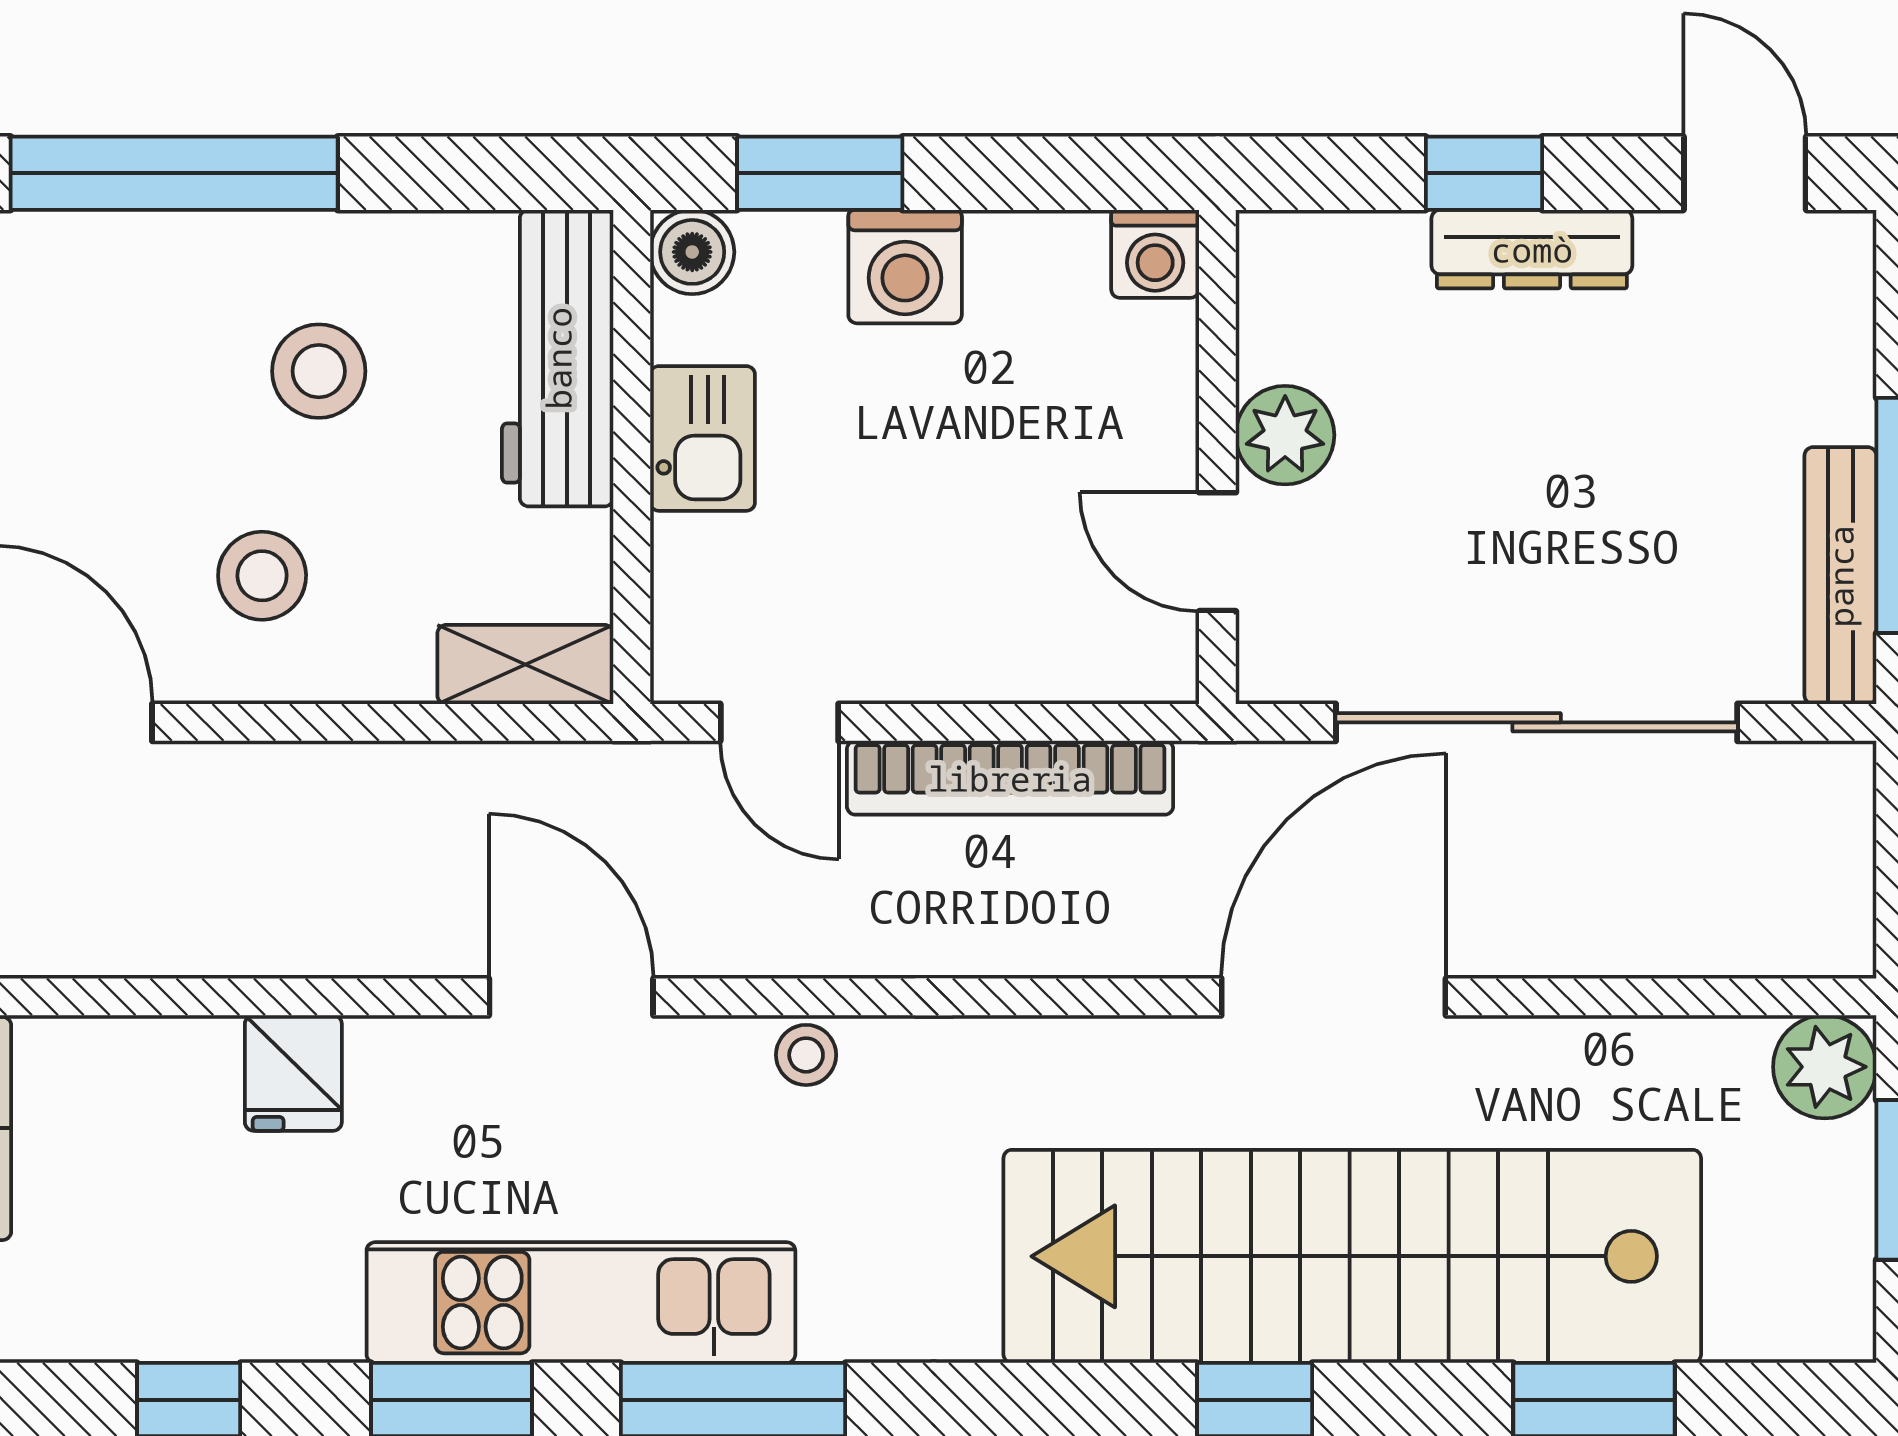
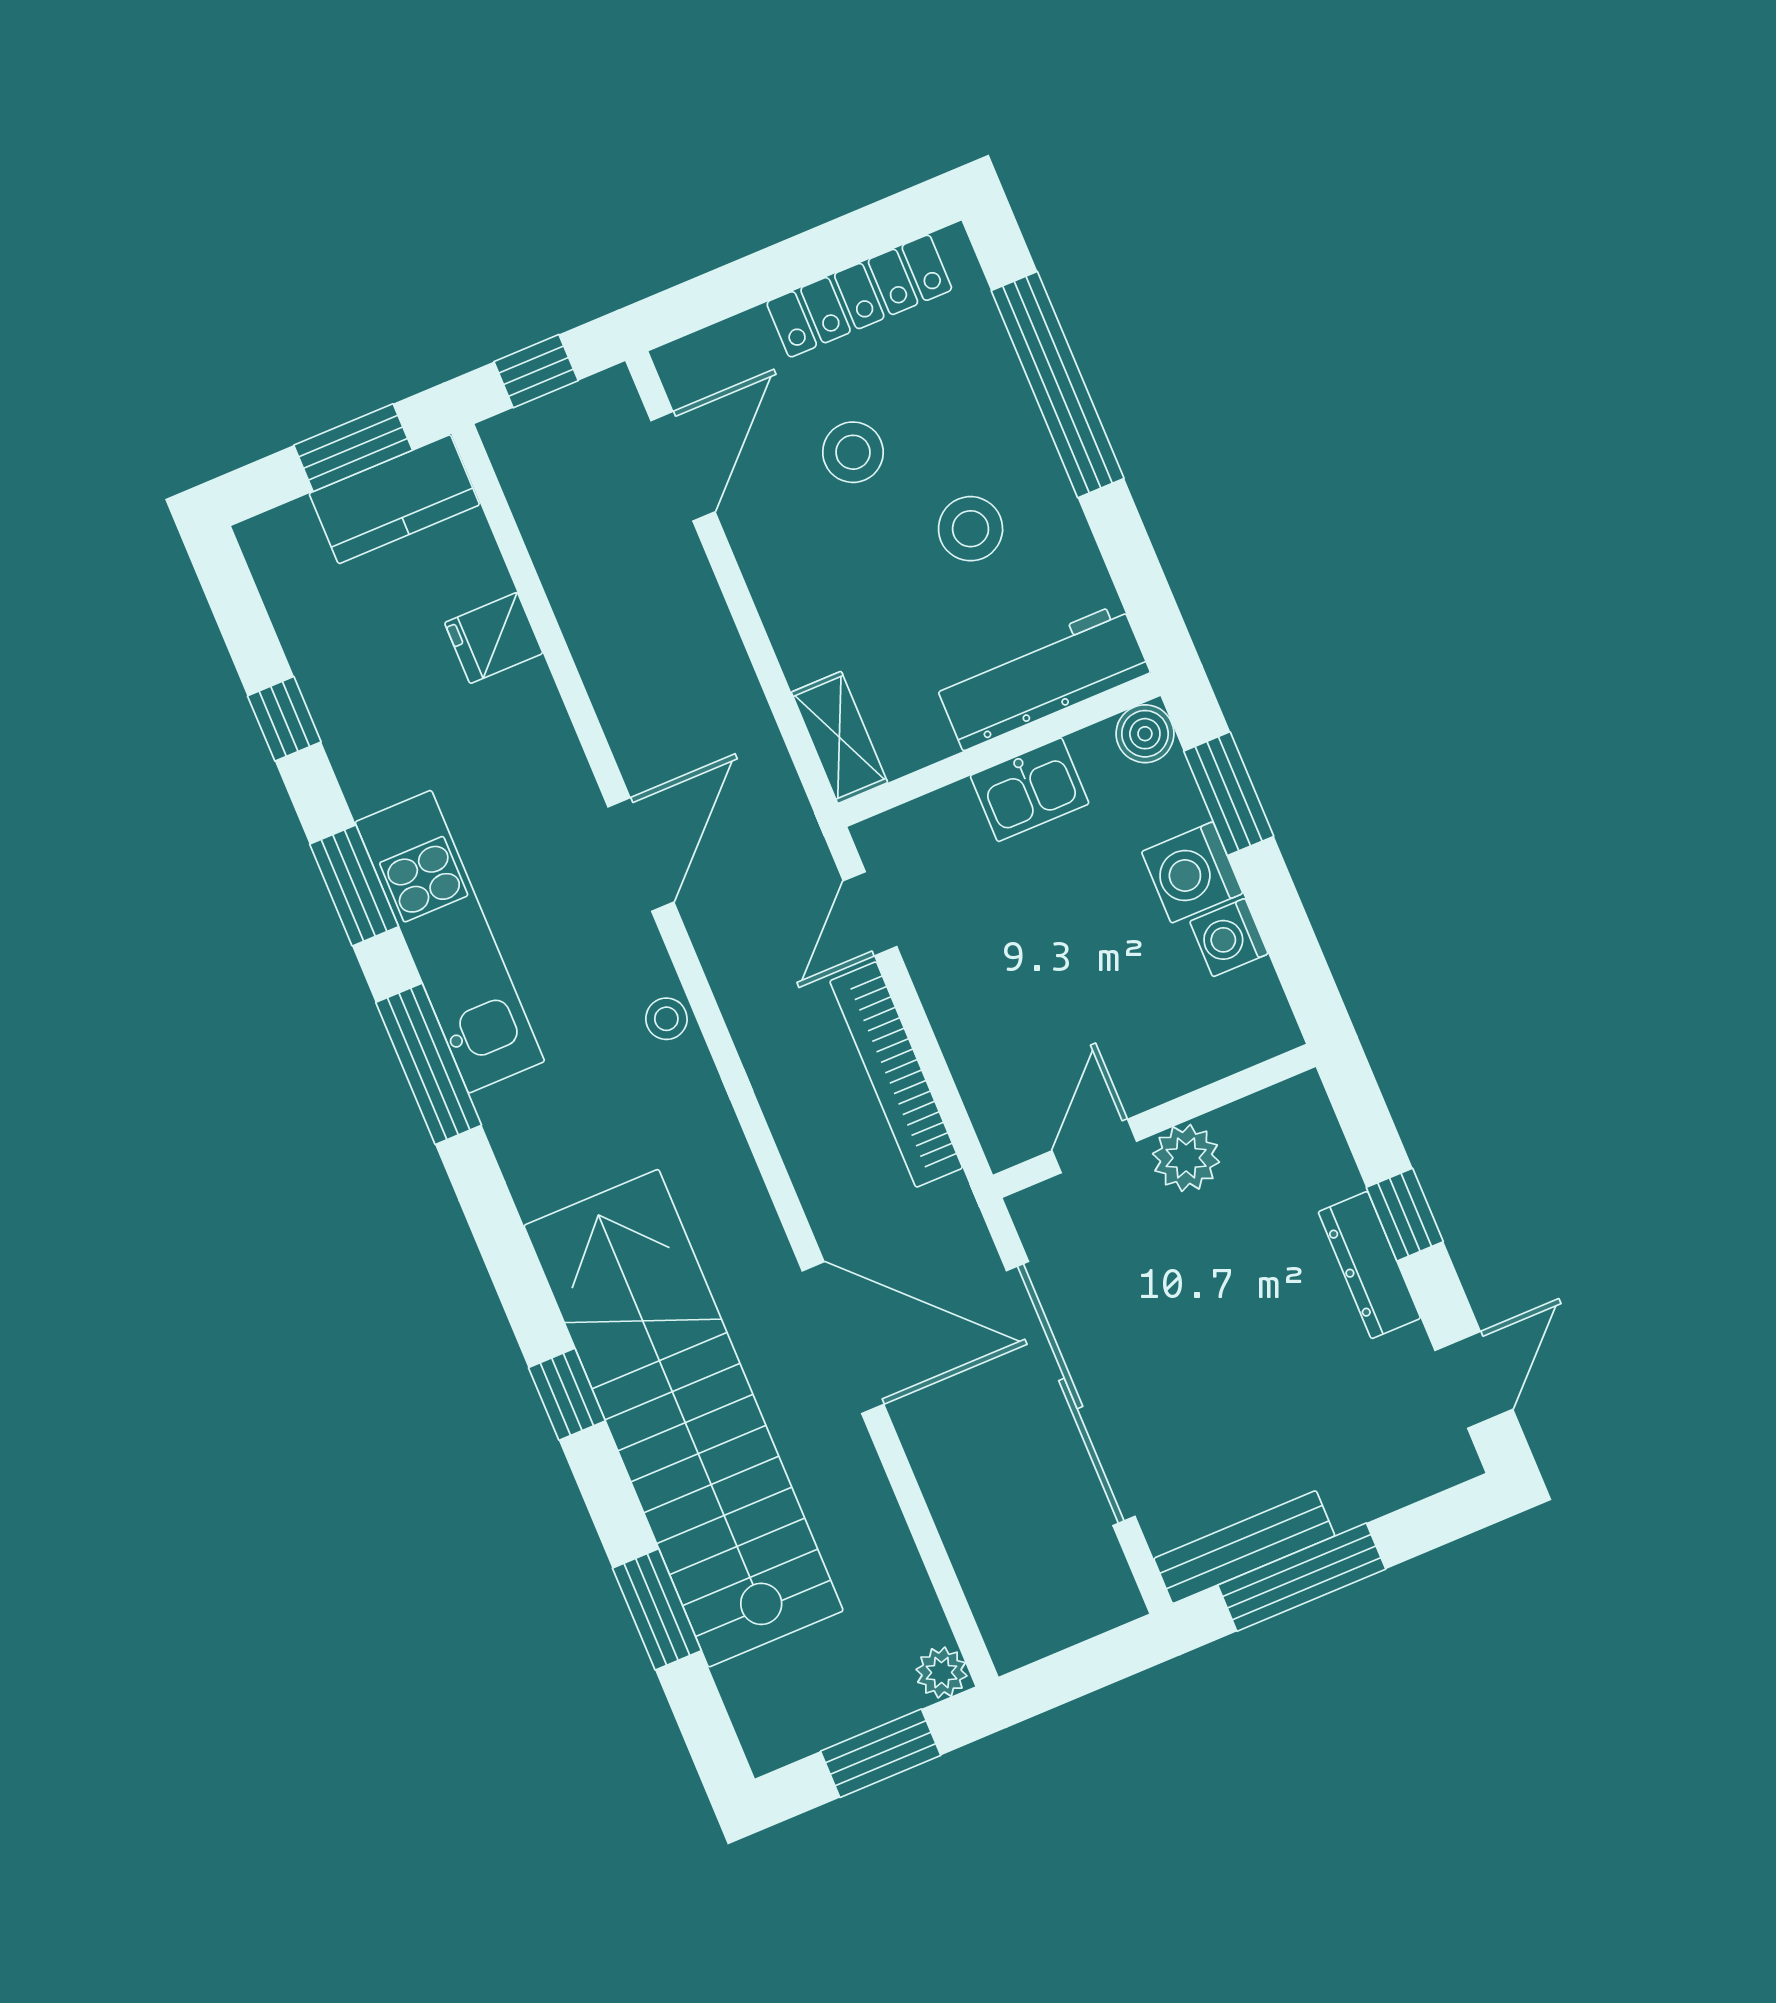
washing machine: (1155, 254) -> (1229, 938), moved
stool: (262, 576) -> (853, 452), moved
plant: (1825, 1067) -> (942, 1673), width x0.73, depth x0.73
fridge: (293, 1073) -> (494, 638), moved

